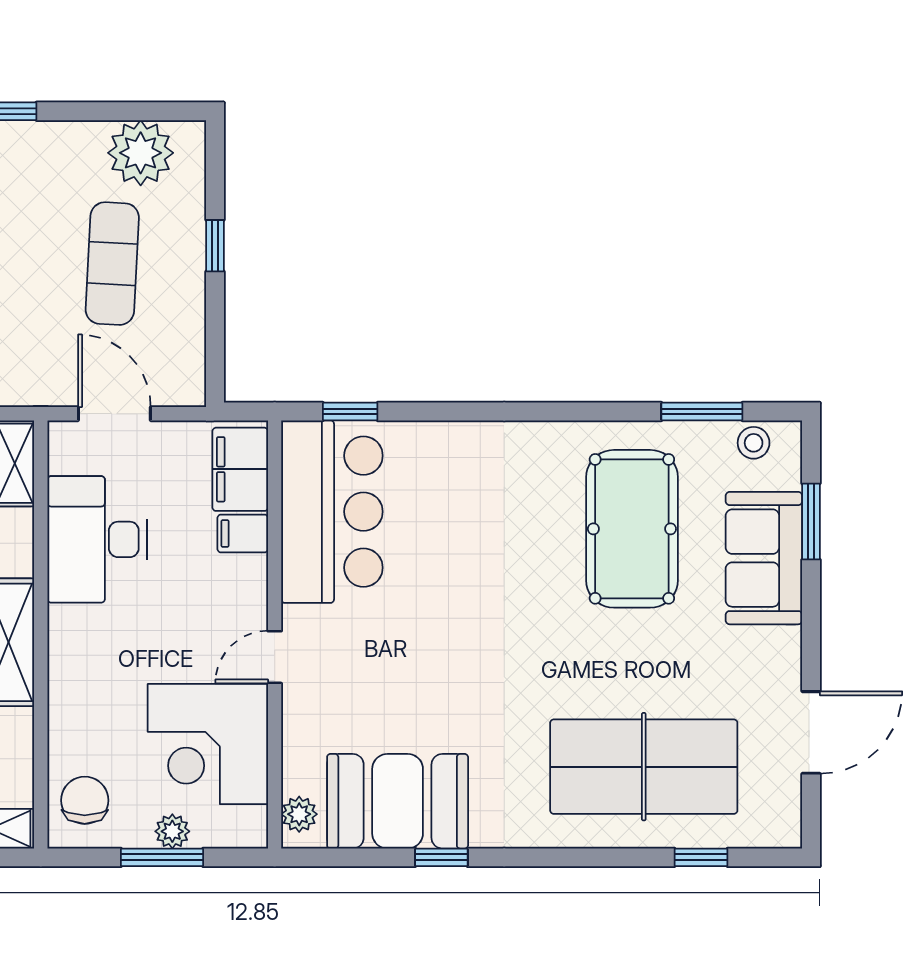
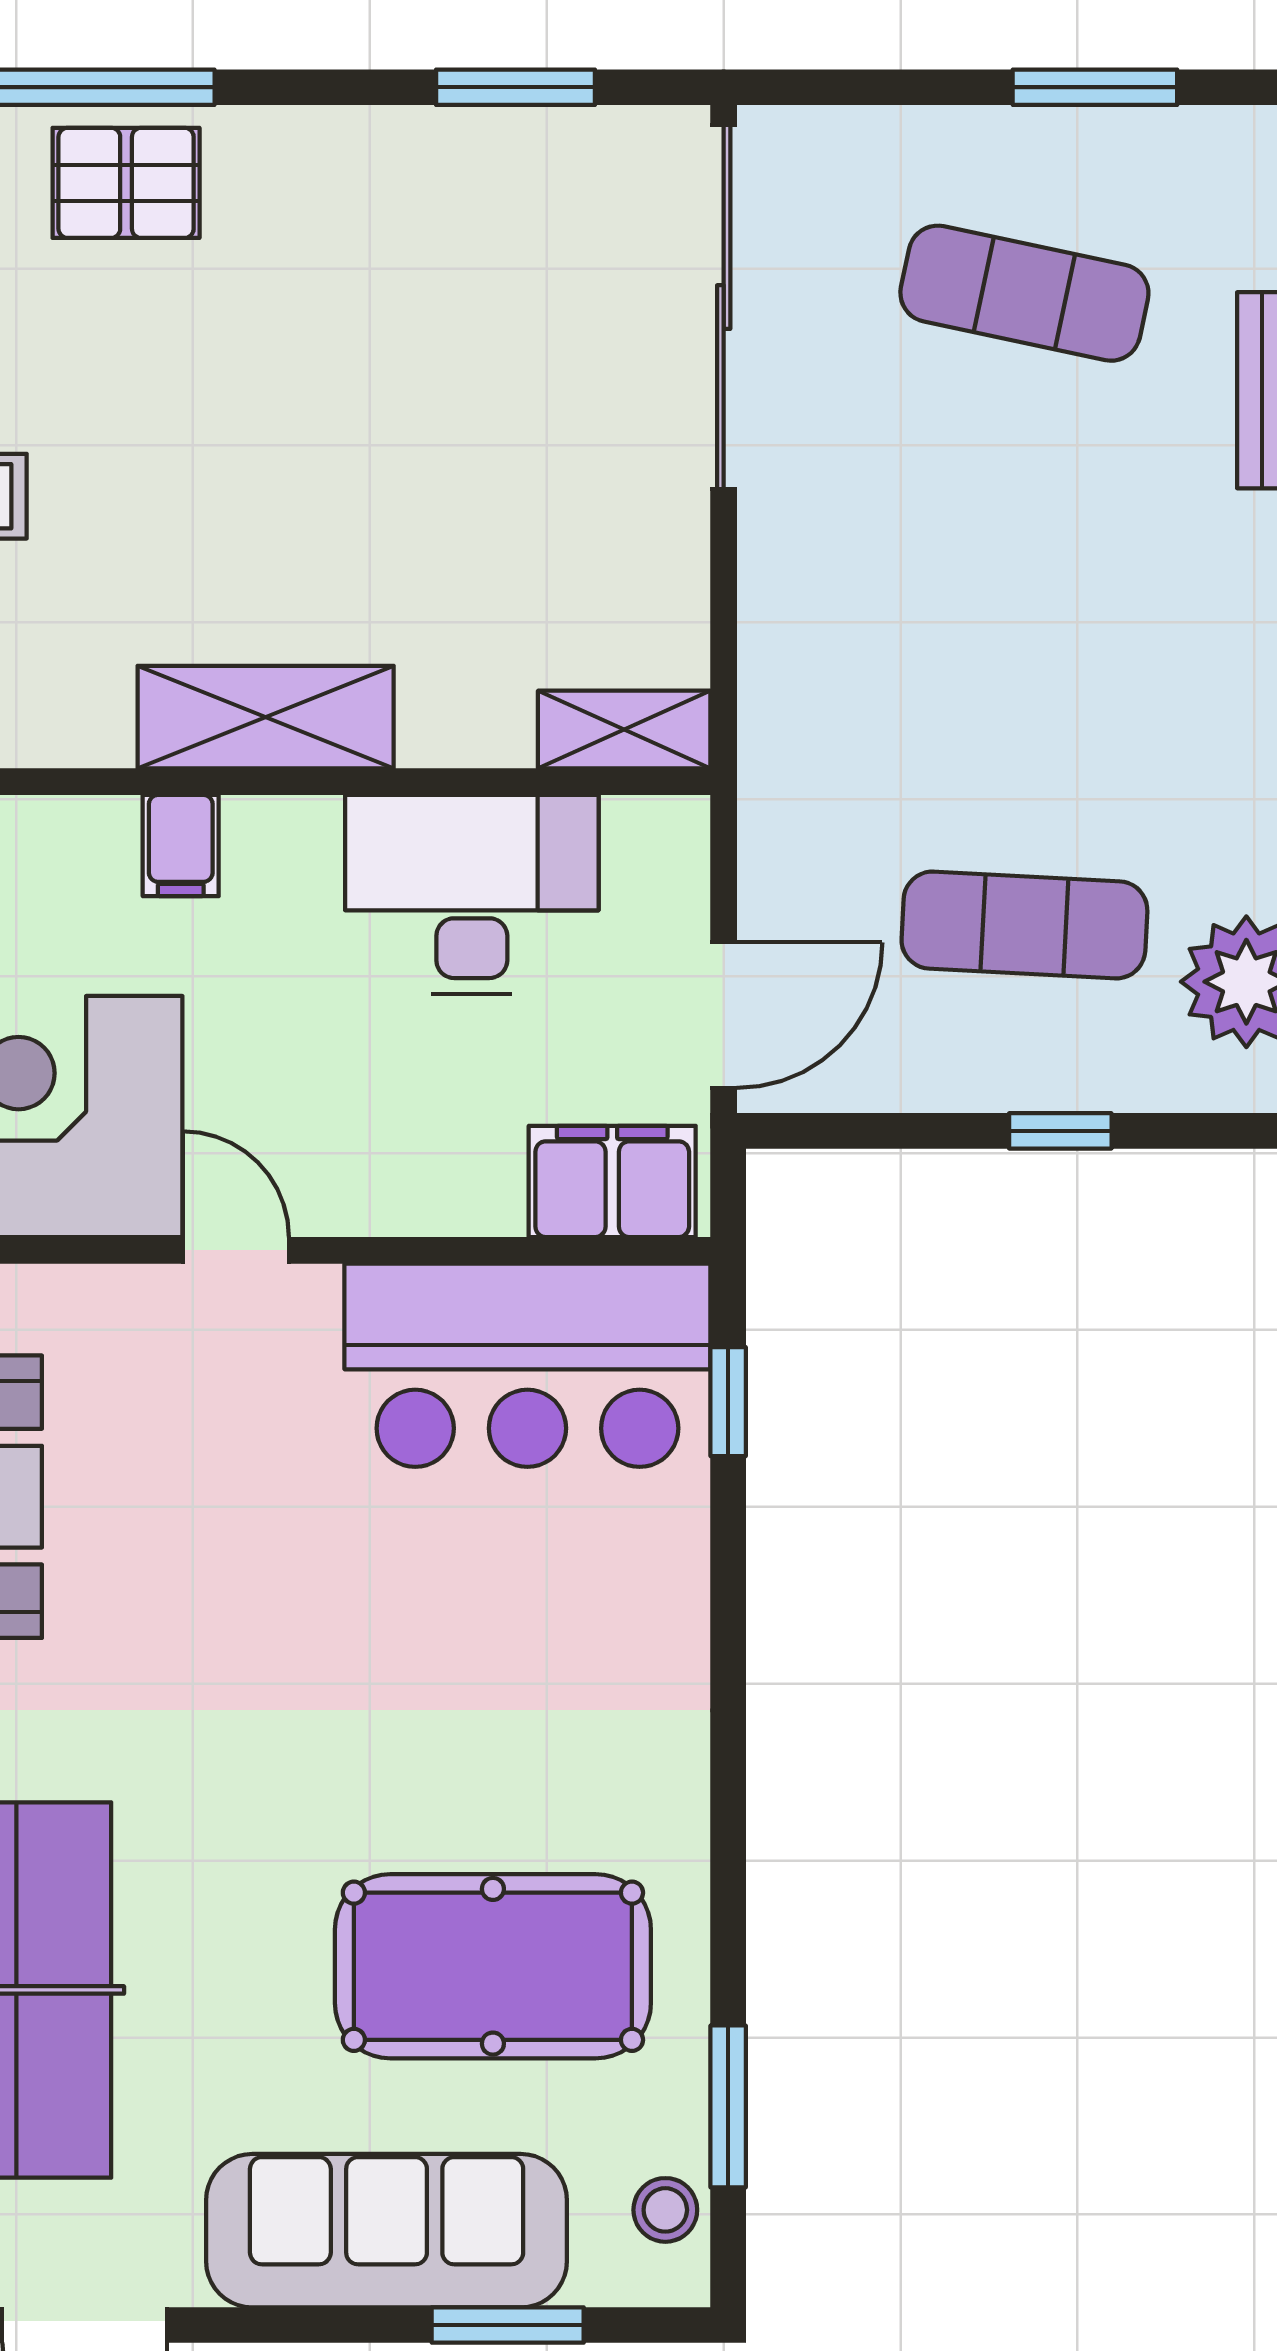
door: (114, 414) -> (724, 1015), moved
filing cabinet: (243, 533) -> (181, 845), moved, turned 180
sofa: (764, 558) -> (387, 2231), width x1.36

